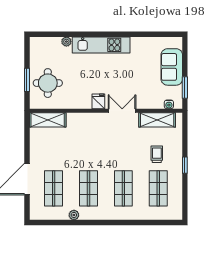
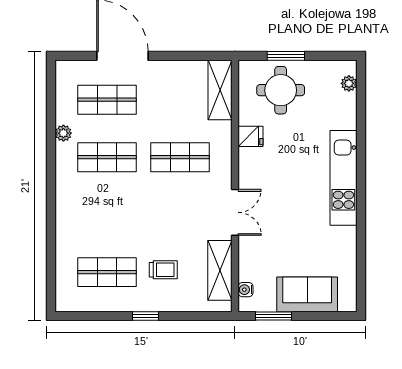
plant: (66, 42) -> (349, 83), moved
fridge: (98, 101) -> (251, 136), moved
shop shelf: (123, 188) -> (180, 157), moved

